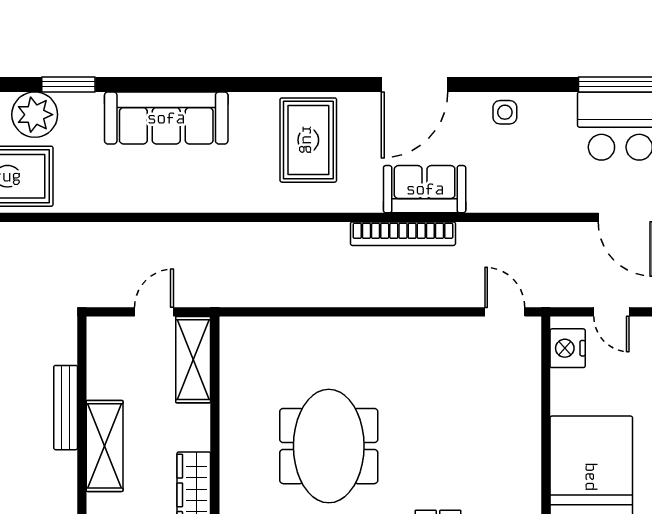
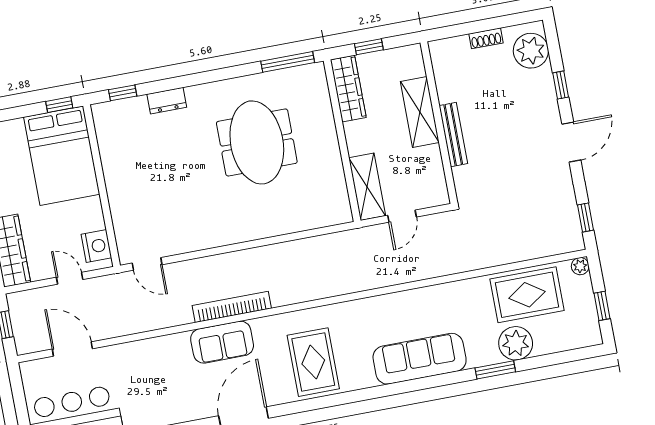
side table: (505, 112) -> (174, 409), removed

